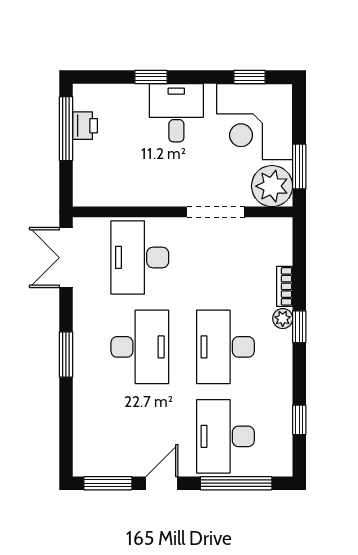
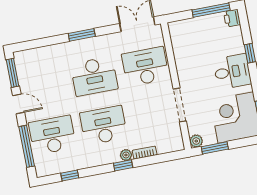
printer: (85, 126) -> (232, 18), moved, turned 90
plant: (272, 186) -> (196, 141), width x0.53, depth x0.53

